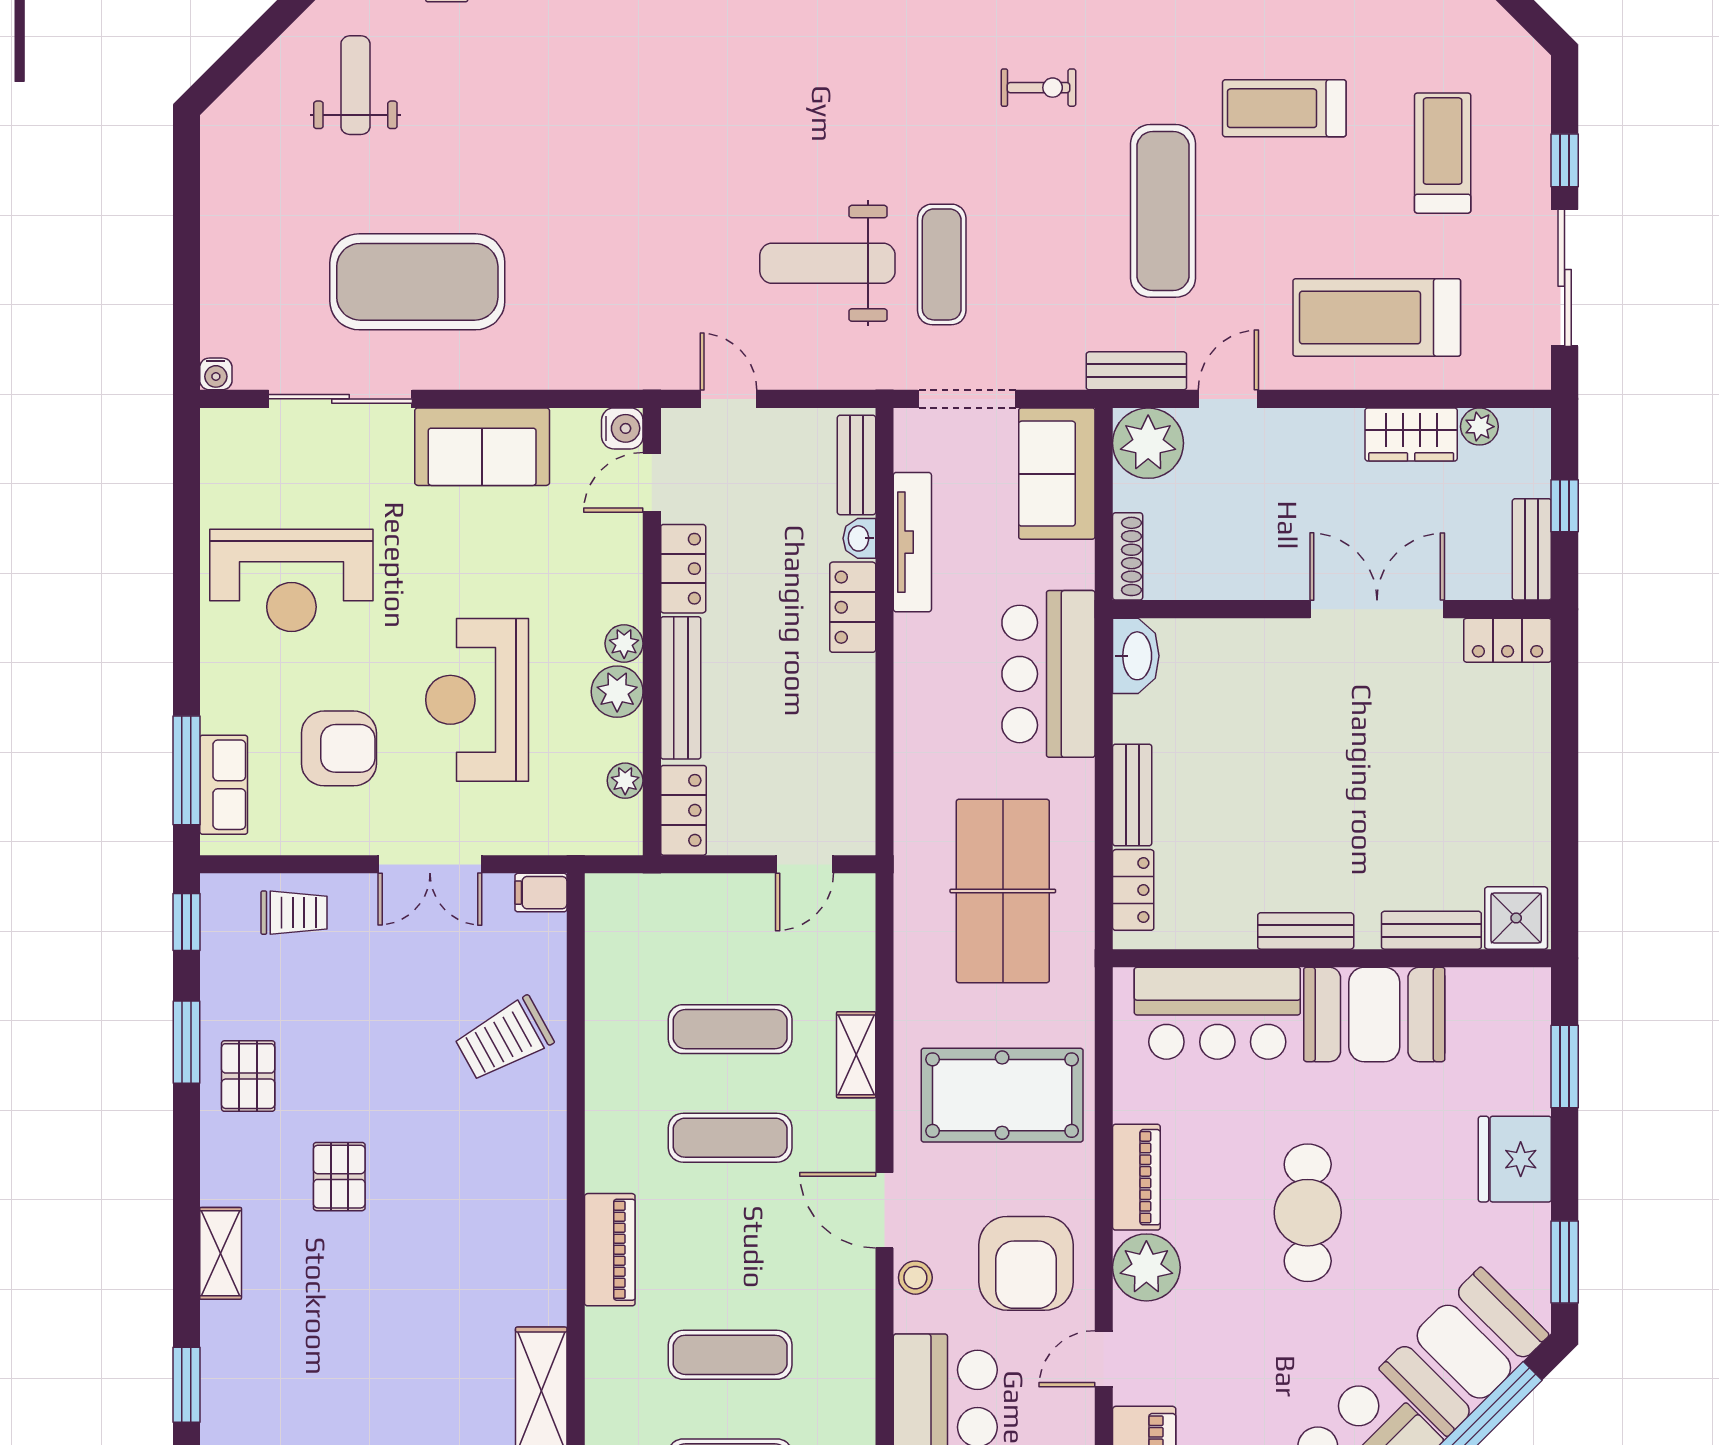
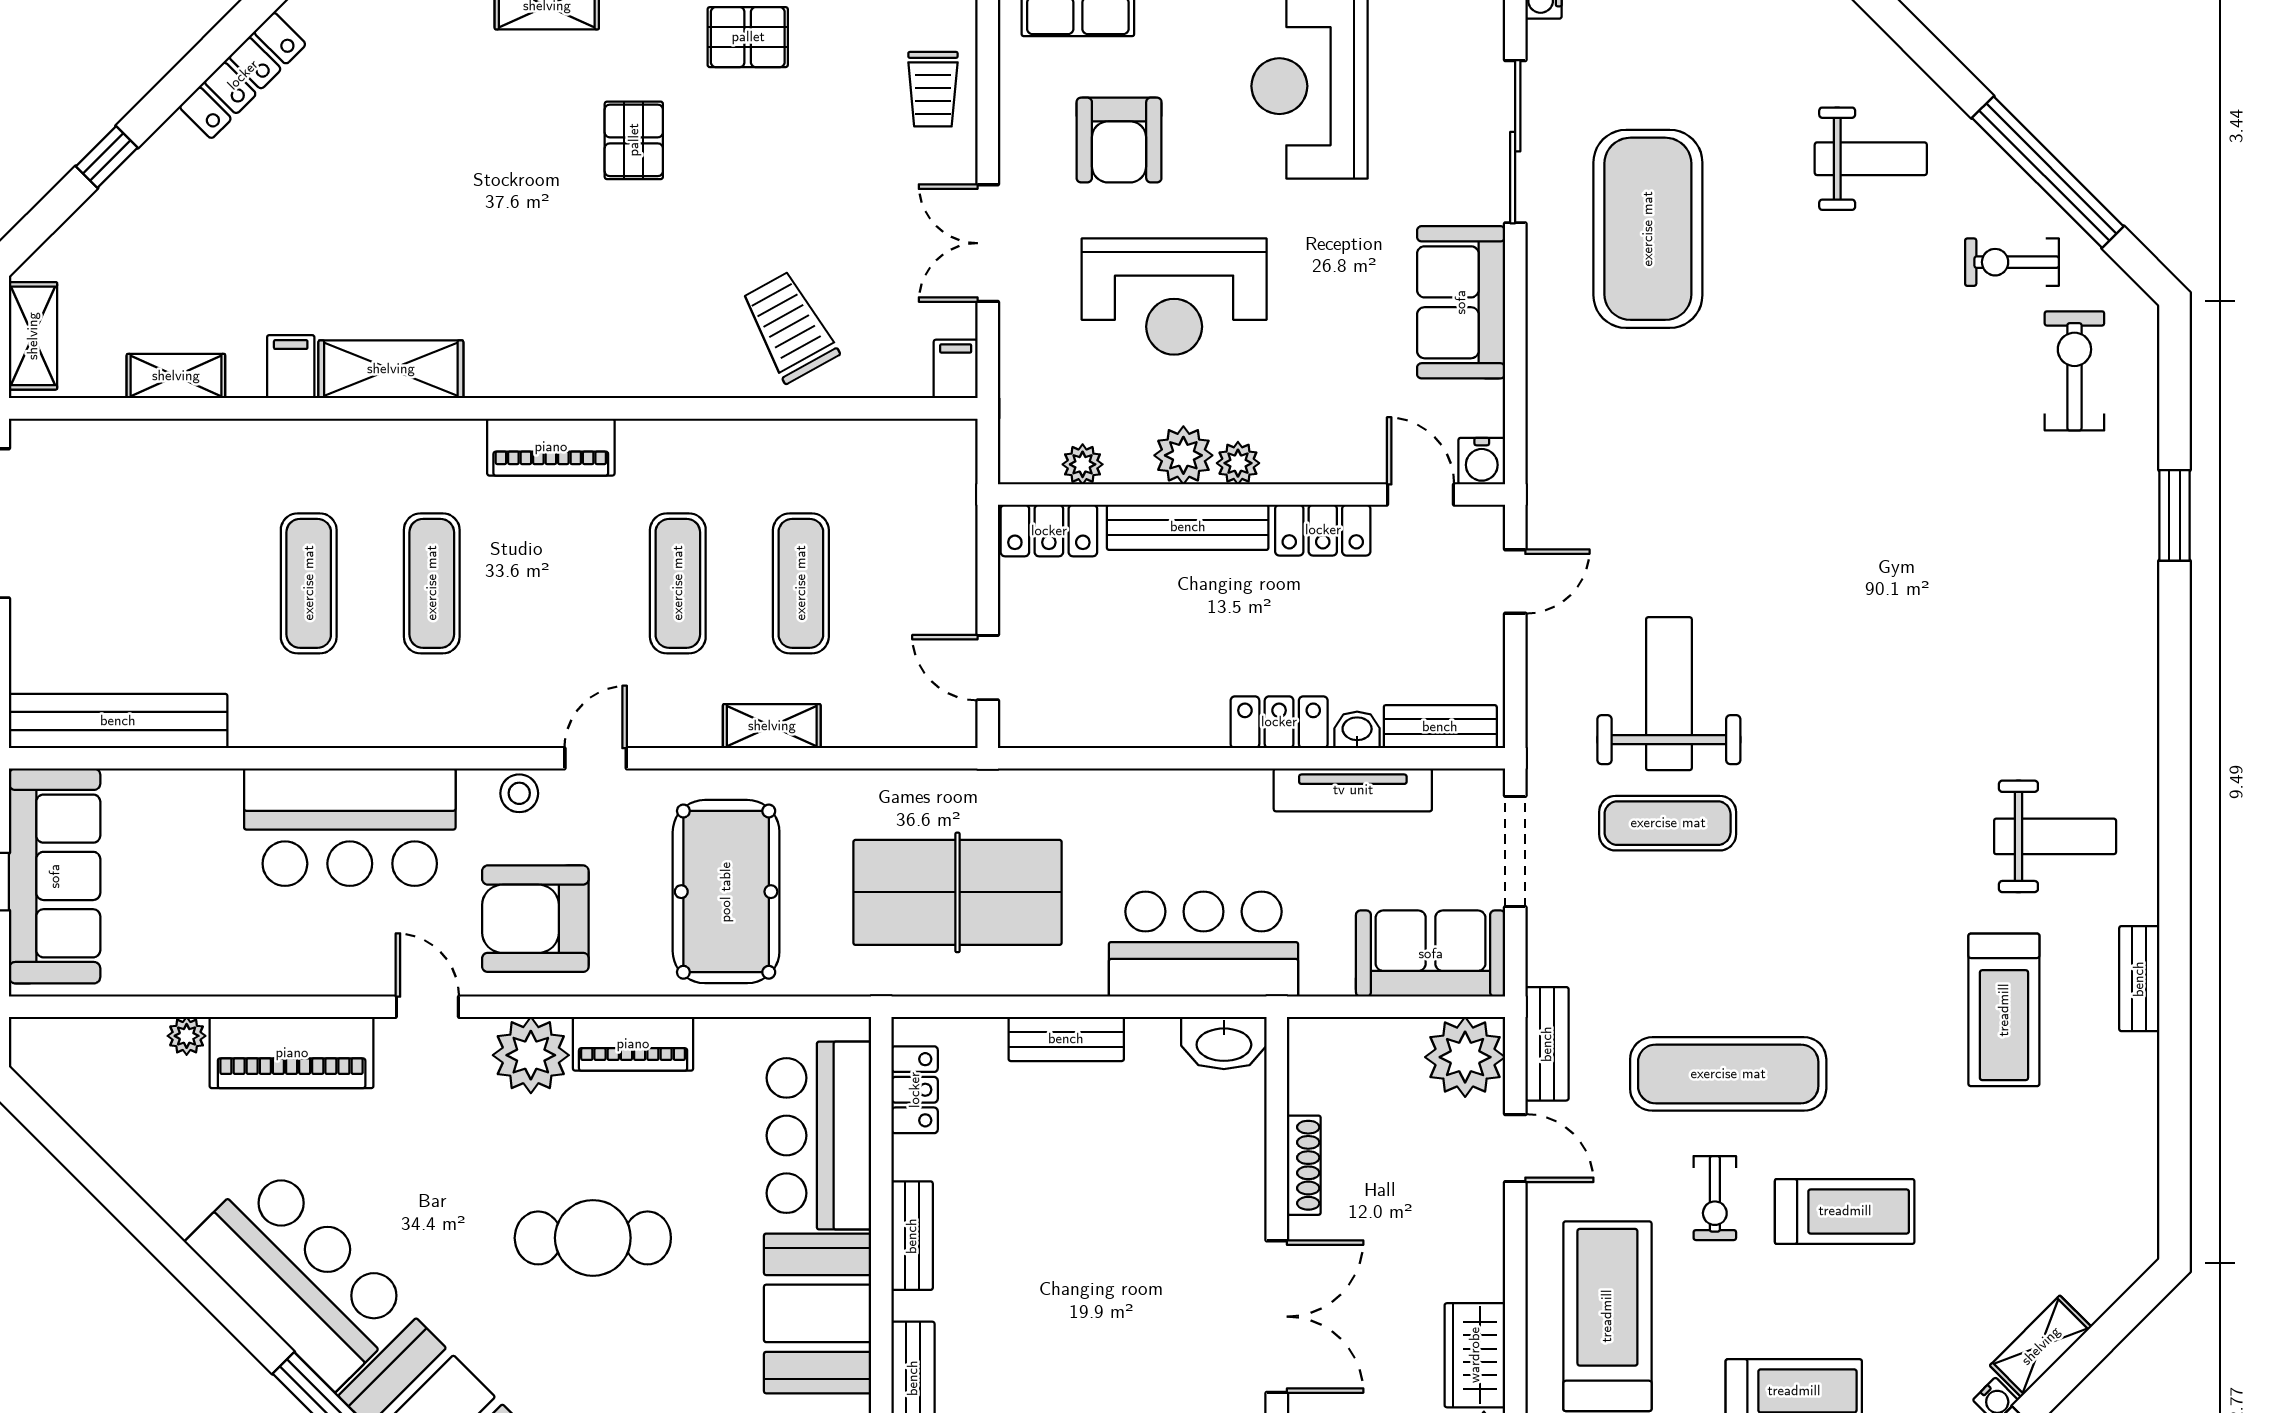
exercise bike: (1038, 88) -> (1715, 1198), moved
treadmill: (1284, 108) -> (1845, 1211), turned 90
shoe rack: (1128, 556) -> (1304, 1165), moved, turned -90
reception desk: (477, 700) -> (1174, 297), turned 180
locker: (1133, 890) -> (915, 1090), moved, turned -90
pallet: (339, 1177) -> (634, 140), turned 90
door: (885, 1210) -> (596, 758), width x0.73

